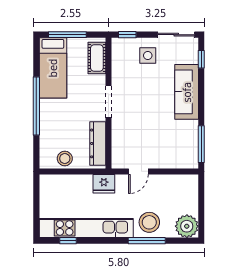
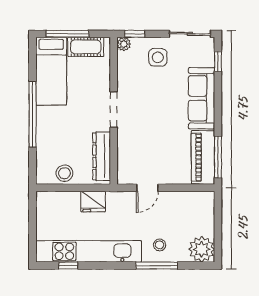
plant: (118, 44) -> (124, 44), added
cot: (97, 58) -> (86, 47), moved, turned 90
piano: (188, 144) -> (203, 157), added
fridge: (104, 184) -> (93, 201), moved
stool: (149, 222) -> (160, 245), width x0.53, depth x0.53

